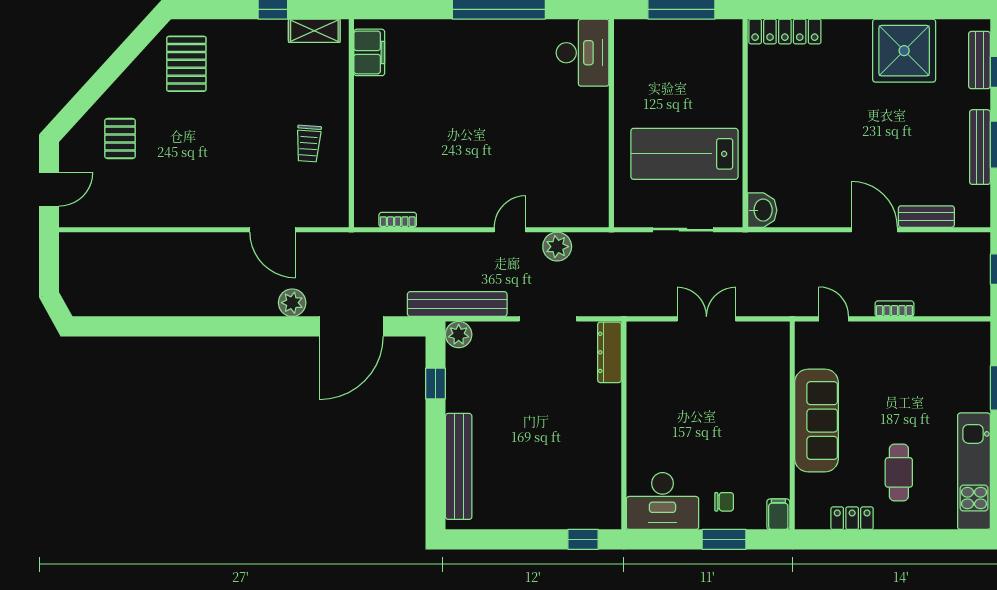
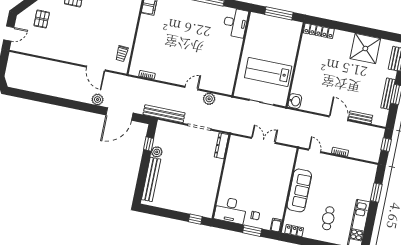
trolley: (308, 144) -> (122, 54), moved
plant: (459, 335) -> (157, 152), moved
locker: (852, 518) -> (294, 230), moved

